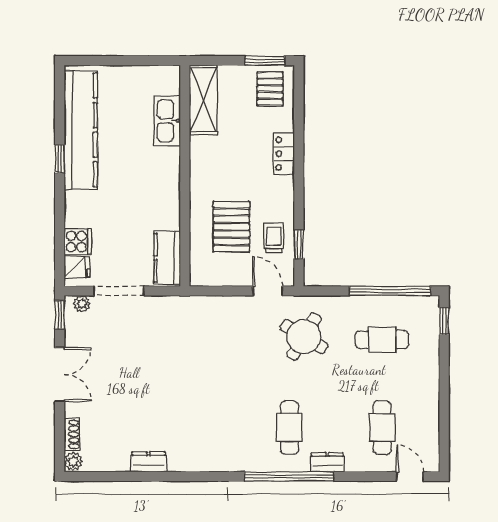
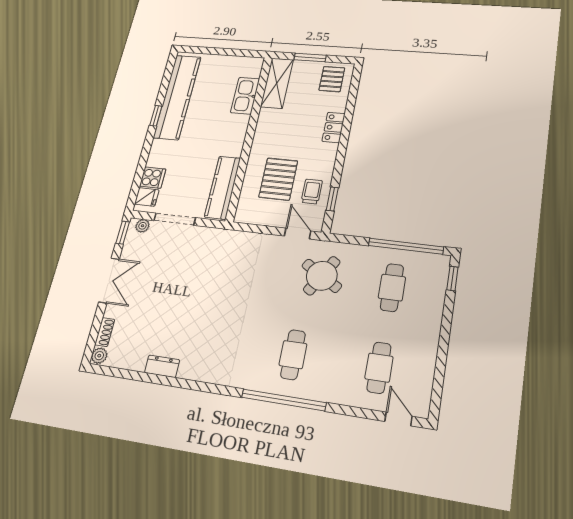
window: (265, 61) -> (310, 58), moved
kitchen counter: (167, 258) -> (223, 187), width x1.50
cafe table: (382, 340) -> (392, 288), turned 90
dresser: (327, 462) -> (322, 392), removed

